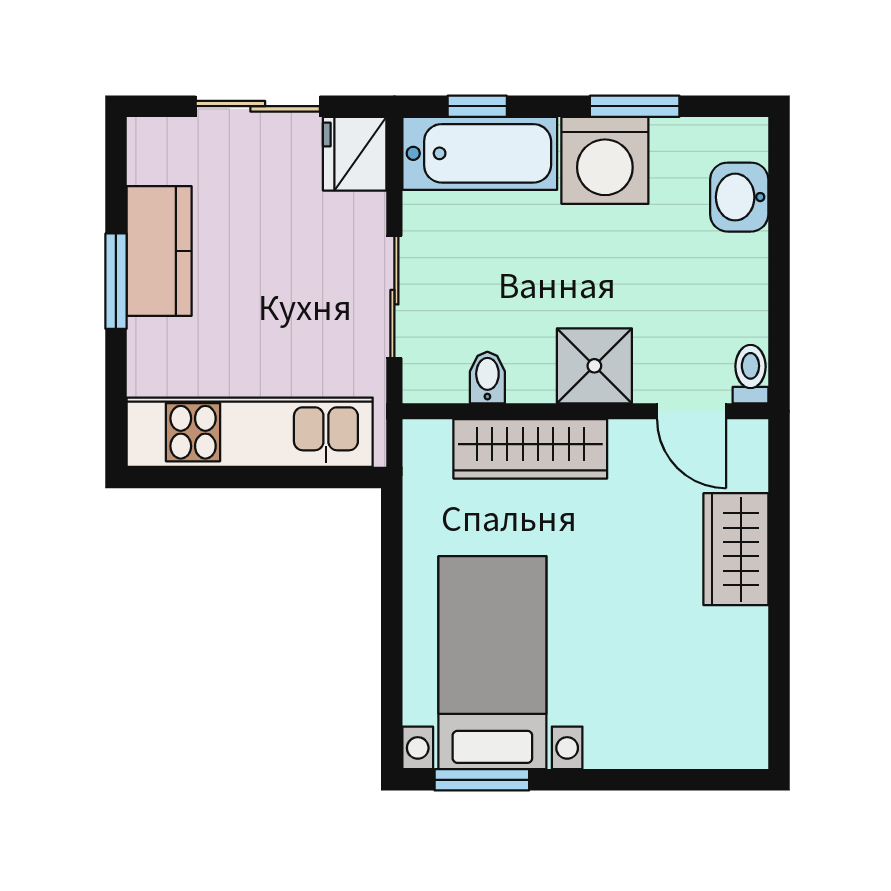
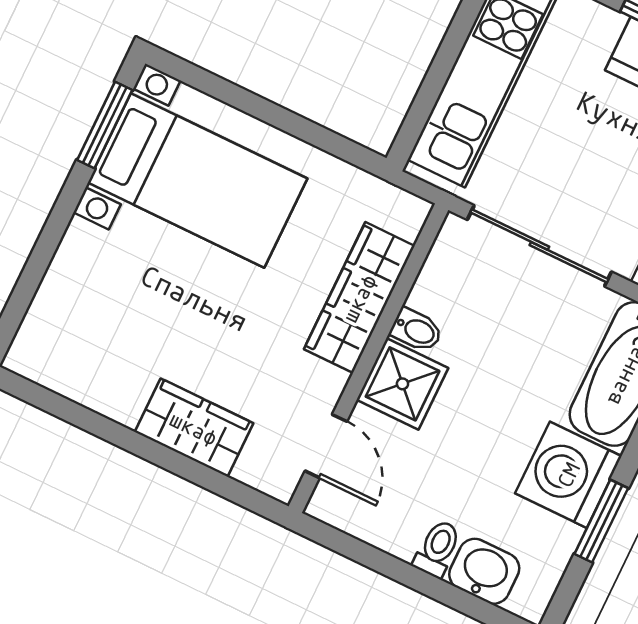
sliding door: (394, 297) -> (539, 246), width x1.37
toilet: (750, 374) -> (437, 549), moved, turned -90
bidet: (487, 377) -> (417, 330), moved
door: (692, 411) -> (326, 446), swing flipped

